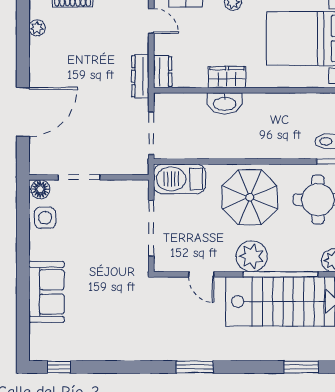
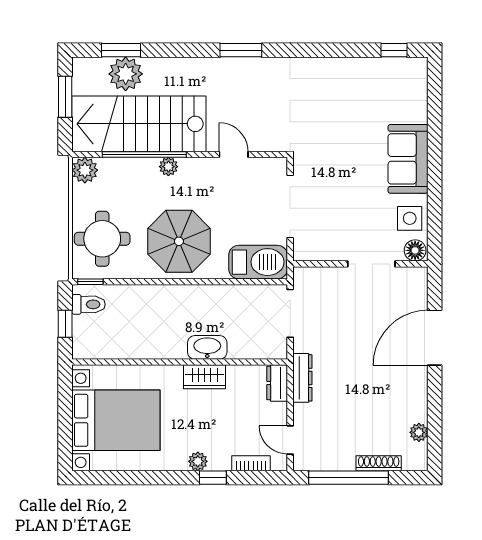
plant: (252, 256) -> (168, 167), width x0.53, depth x0.53
sofa: (46, 292) -> (408, 159), moved
plant: (297, 346) -> (126, 74), added

